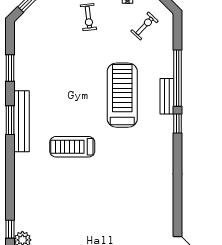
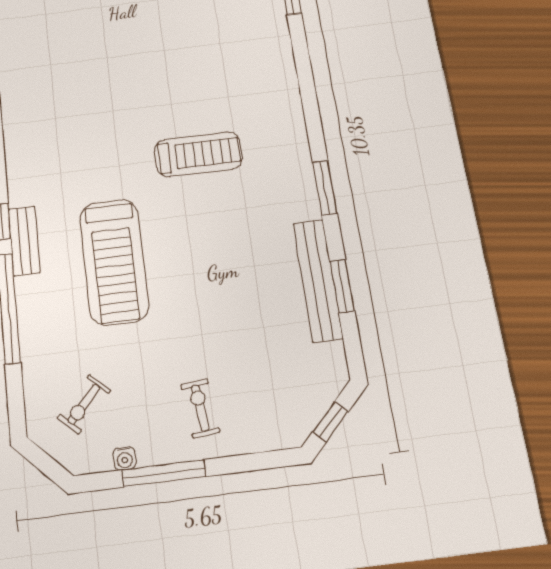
bench: (167, 96) -> (24, 241), moved
bench: (21, 121) -> (318, 280), moved

